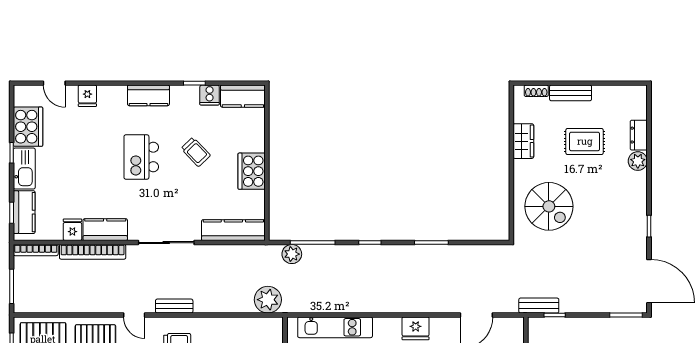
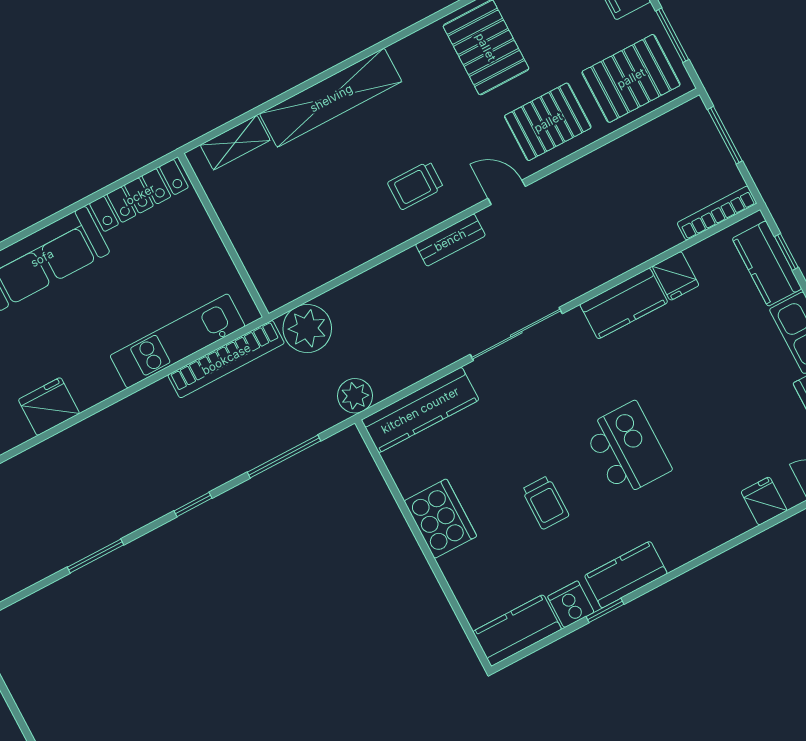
kitchen counter: (148, 95) -> (626, 575), moved
trolley: (196, 152) -> (545, 503), turned -136
bookcase: (93, 252) -> (226, 359), moved, turned 180
plant: (292, 254) -> (355, 396), moved

